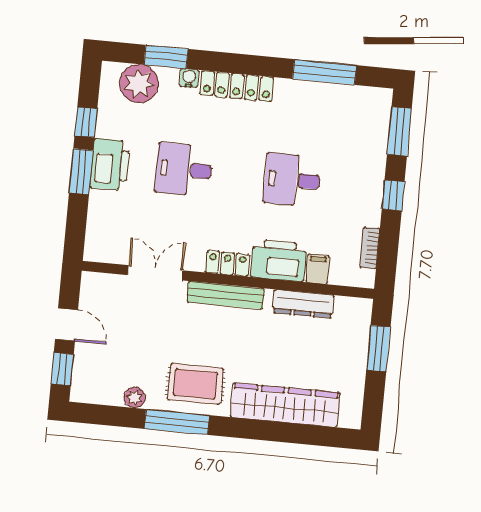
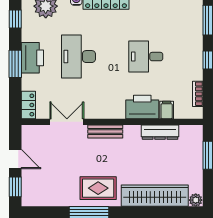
window: (86, 122) -> (15, 19), moved
desk: (184, 170) -> (78, 57), width x1.37
locker: (227, 263) -> (28, 105), moved, turned 90
bench: (226, 295) -> (105, 132), width x0.73
plant: (135, 397) -> (196, 200), moved

